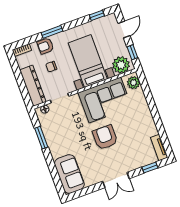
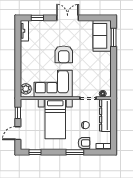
plant: (121, 65) -> (30, 106), removed
window: (41, 138) -> (114, 37), moved

